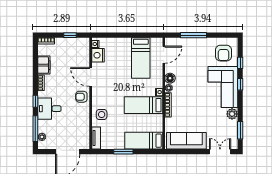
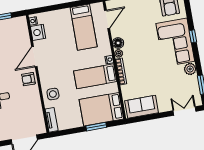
window: (240, 63) -> (189, 14), removed
door: (91, 77) -> (34, 57), hinge flipped
bed: (144, 141) -> (101, 109), width x1.50
sofa: (186, 141) -> (142, 107), width x0.73
window: (123, 152) -> (96, 127), moved

